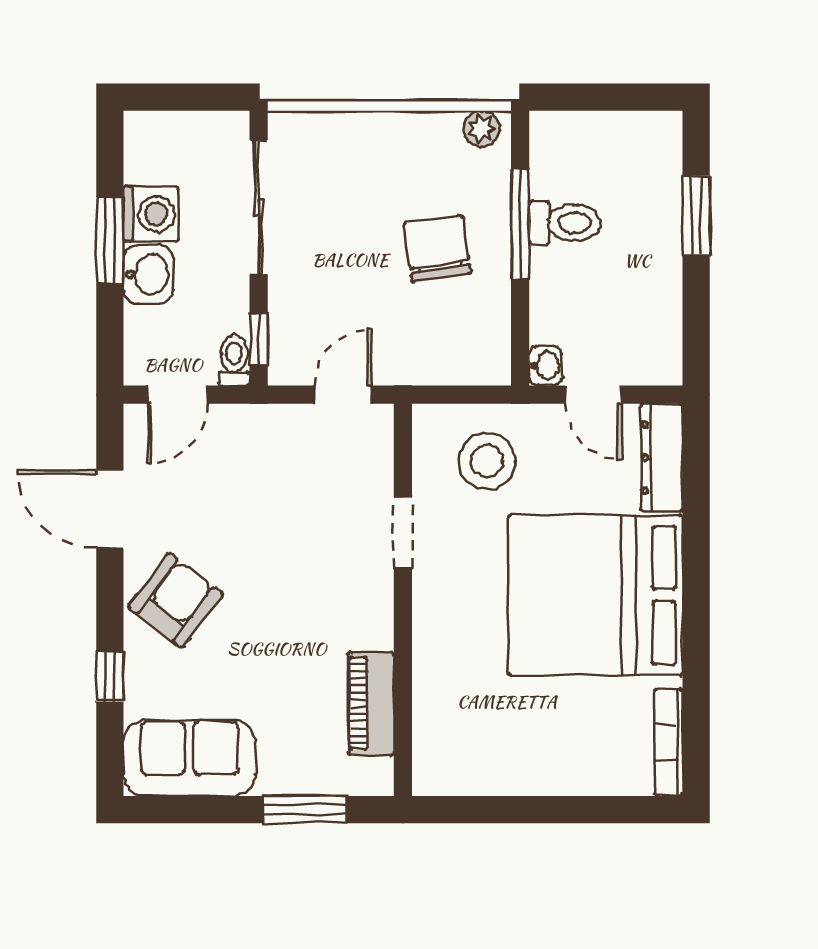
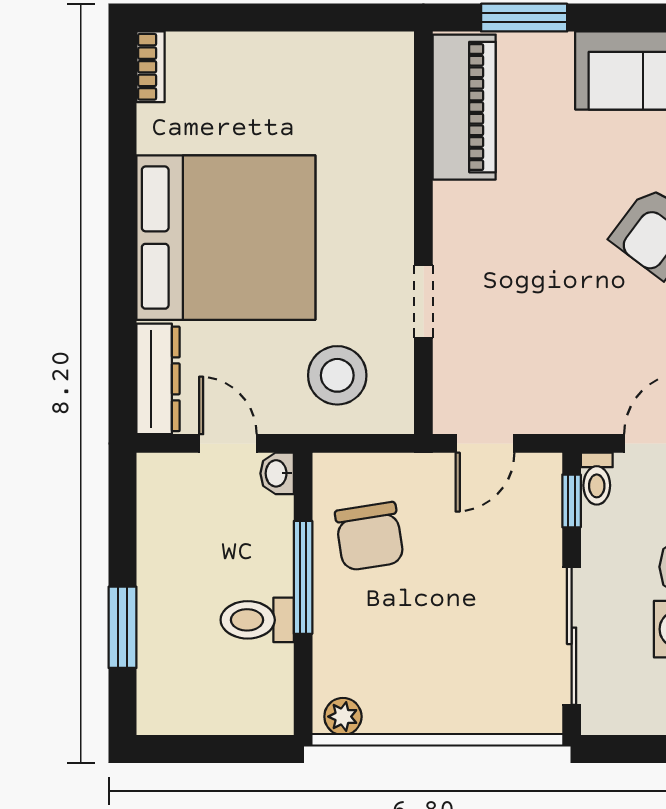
window: (520, 224) -> (303, 577), moved
chair: (437, 249) -> (369, 536), moved
piano: (371, 703) -> (464, 107), width x1.37, depth x1.33
bookcase: (669, 742) -> (151, 67), width x0.64

